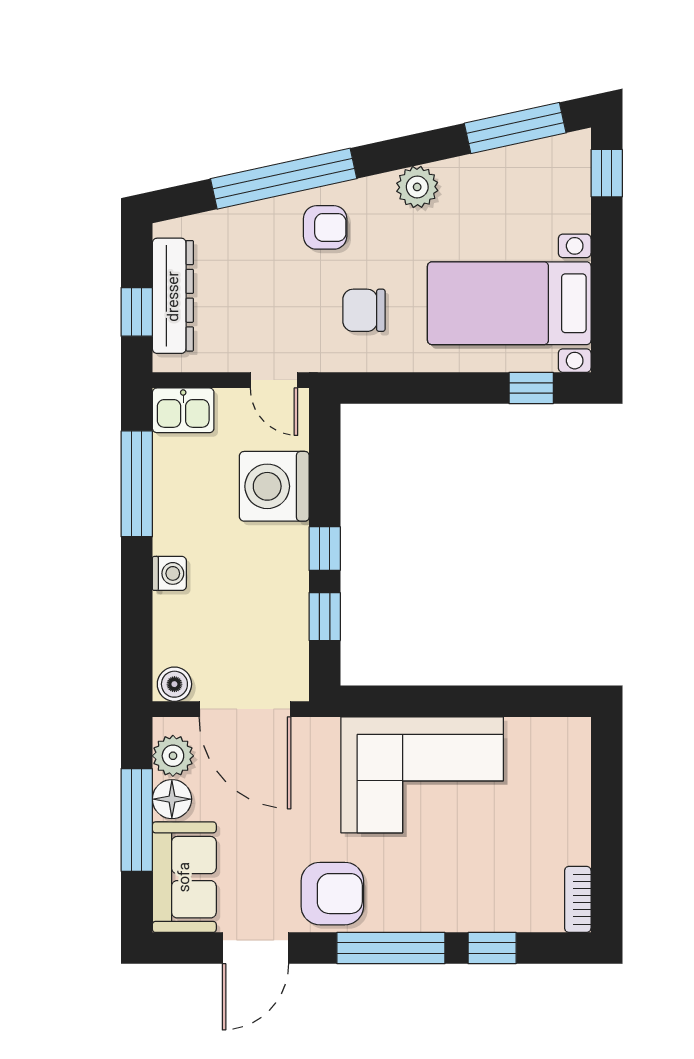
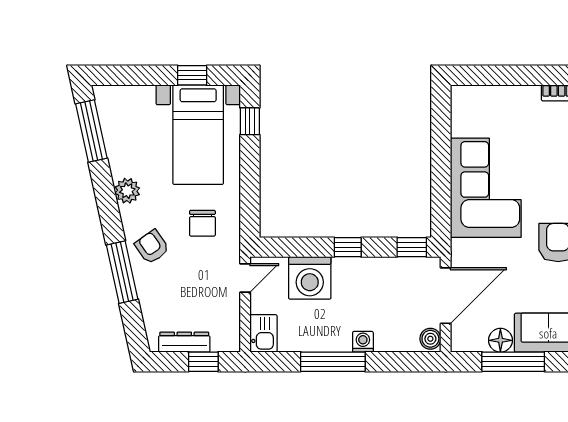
window: (607, 173) -> (192, 75), moved
window: (284, 179) -> (122, 272), width x0.68
armchair: (325, 227) -> (152, 247), turned -35
dresser: (173, 296) -> (184, 342), width x0.73, depth x0.80
window: (137, 484) -> (333, 362), moved
window: (325, 617) -> (412, 247), moved
plant: (173, 756) -> (474, 340), removed

